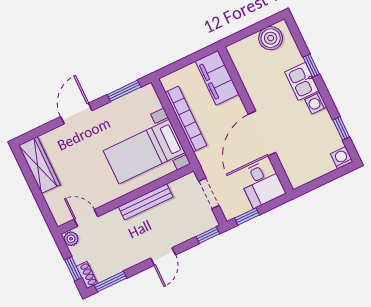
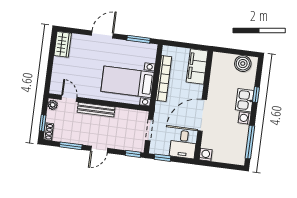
window: (341, 128) -> (250, 142), width x2.17
washing machine: (342, 158) -> (206, 155), moved
wardrobe: (39, 165) -> (63, 44), width x0.67
bench: (146, 202) -> (96, 110), moved
window: (111, 282) -> (71, 146), moved

